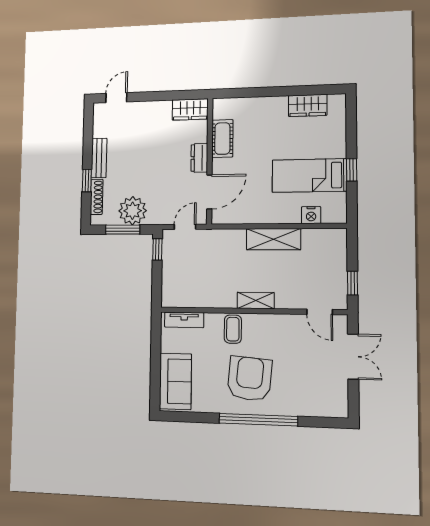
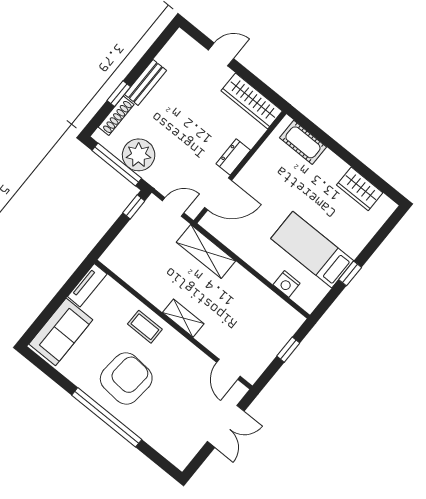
door: (116, 98) -> (221, 54), moved
wardrobe: (190, 109) -> (252, 101), width x1.50
cot: (222, 139) -> (303, 142), moved, turned 90
window: (123, 230) -> (117, 164), width x1.44
shelving: (274, 239) -> (206, 252), moved
window: (353, 283) -> (288, 350), moved
tv unit: (184, 320) -> (87, 285), moved, turned -90
coffee table: (233, 329) -> (145, 327), turned 90

